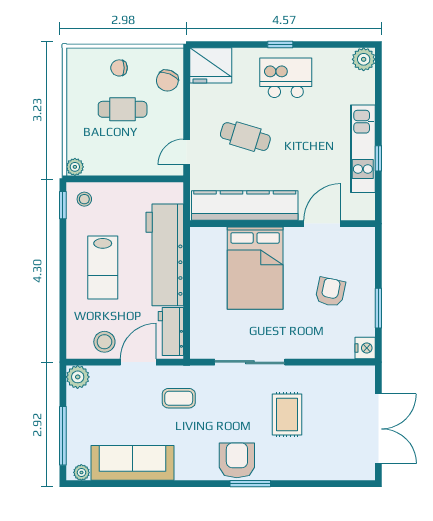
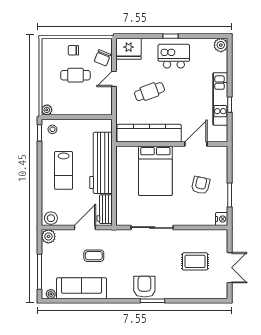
cafe table: (245, 137) -> (149, 92), turned -37
door: (187, 152) -> (114, 79), moved
stool: (104, 342) -> (51, 218), moved
coffee table: (179, 398) -> (94, 256), moved
rug: (287, 414) -> (195, 261), moved, turned 90
double door: (378, 429) -> (230, 268), width x0.73

